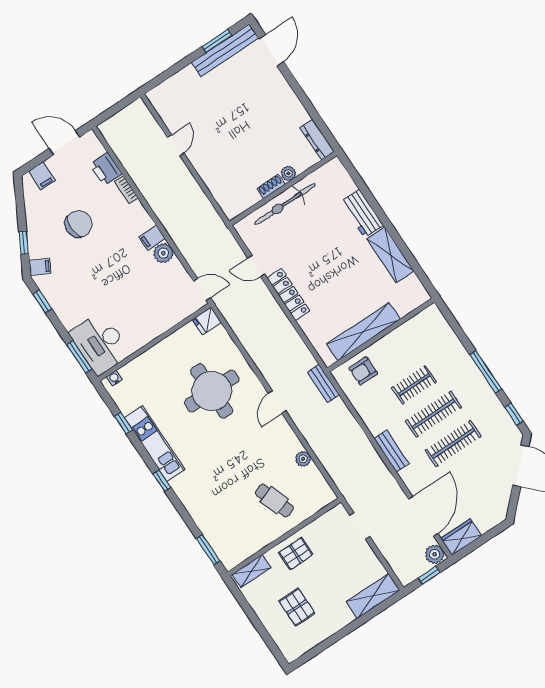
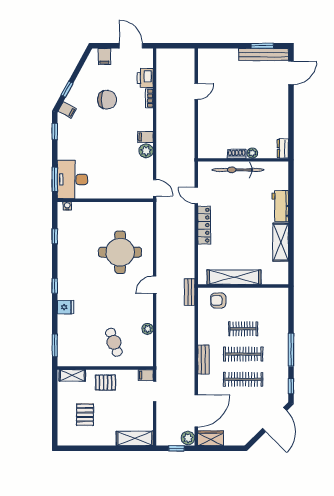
dresser: (317, 140) -> (283, 149), width x0.70
fridge: (207, 321) -> (65, 307), moved, turned 180
kitchen unit: (155, 443) -> (65, 261), removed
filing cabinet: (337, 514) -> (146, 375), added

